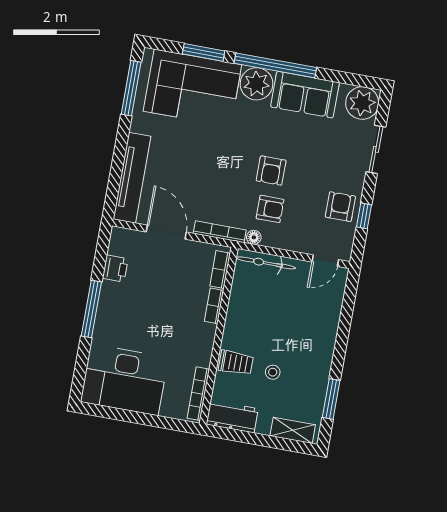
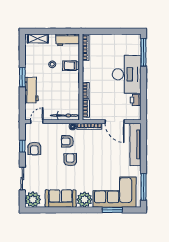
window: (275, 65) -> (77, 210), removed
window: (91, 309) -> (143, 52), moved
workbench: (324, 327) -> (32, 90), added
desk: (124, 380) -> (127, 74), moved, turned 90
window: (331, 399) -> (22, 77), moved

